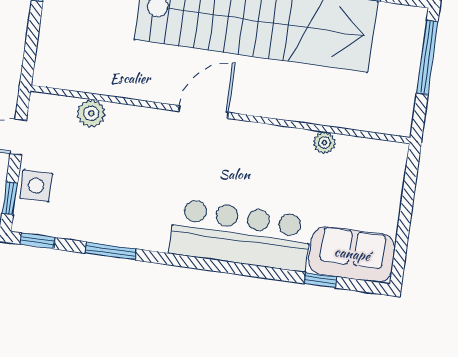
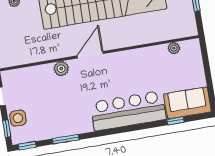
plant: (91, 113) -> (61, 69), moved
plant: (324, 143) -> (174, 48), moved

